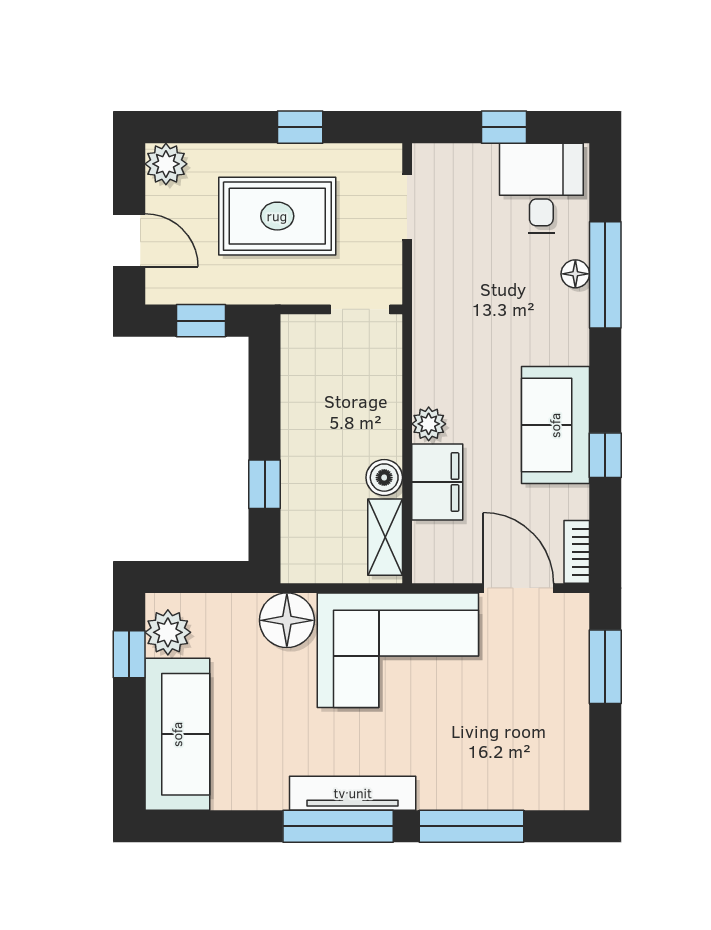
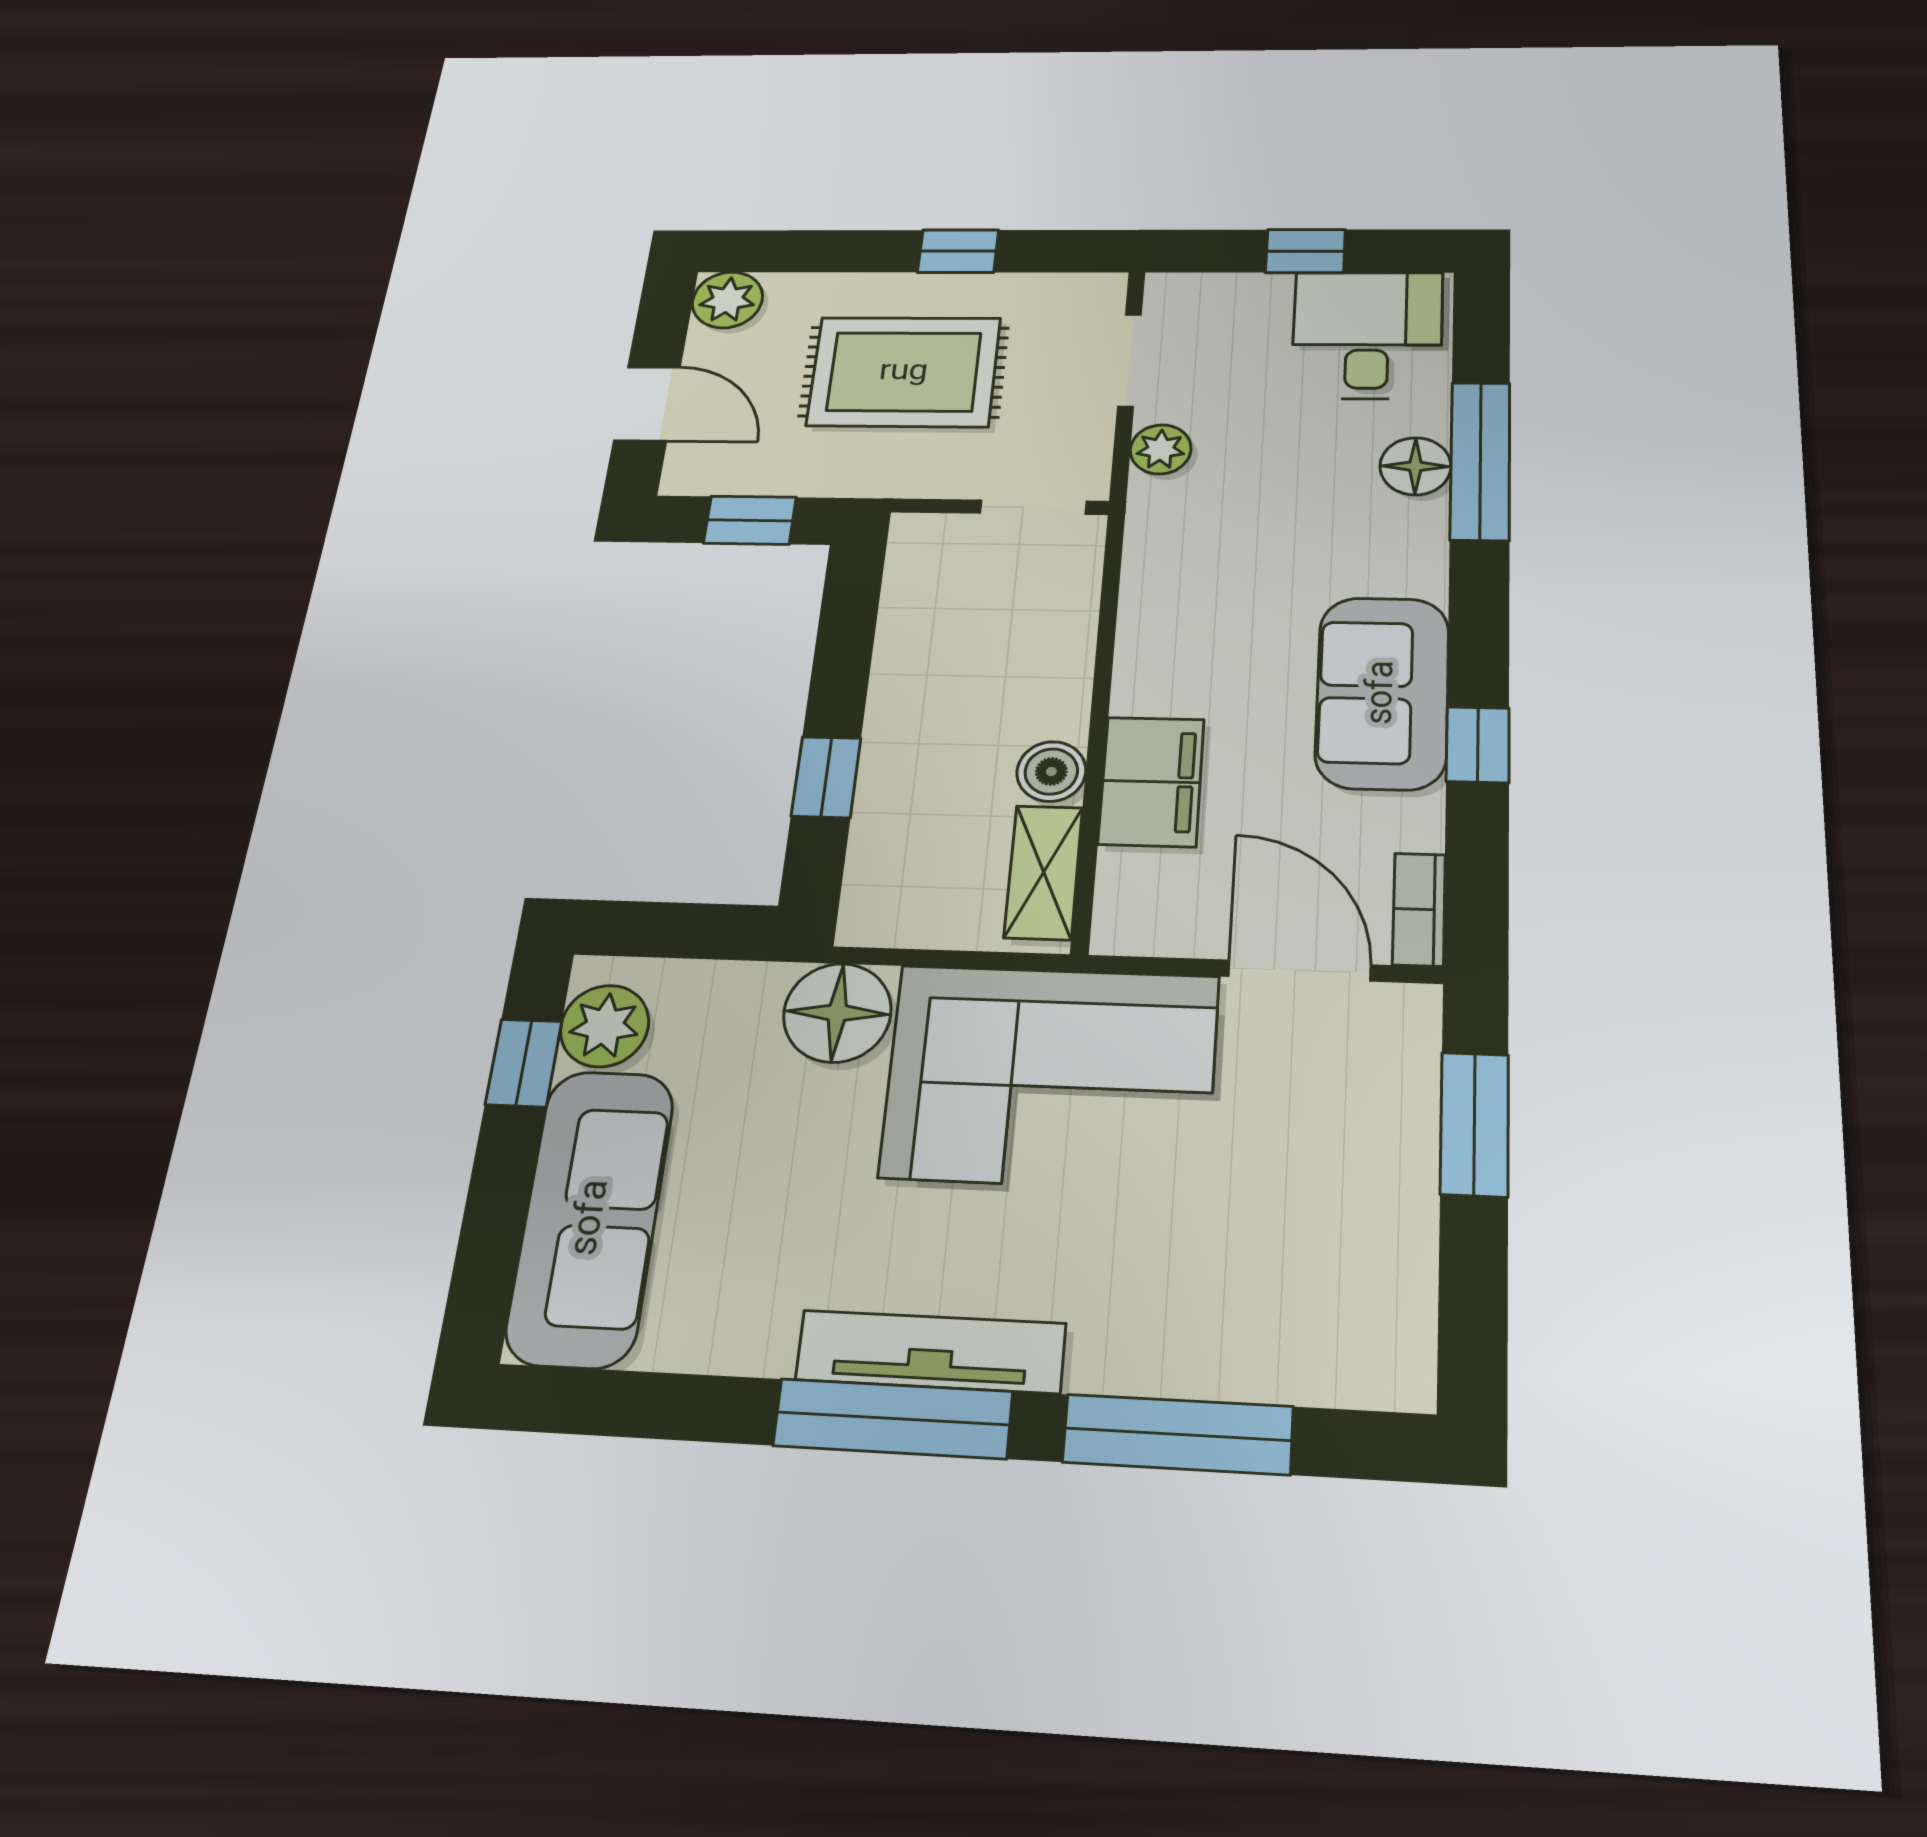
floor lamp: (575, 274) -> (1415, 466), width x1.37, depth x1.37
plant: (429, 424) -> (1161, 449), moved

